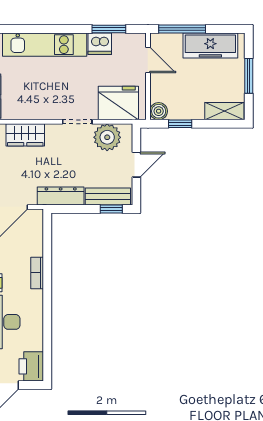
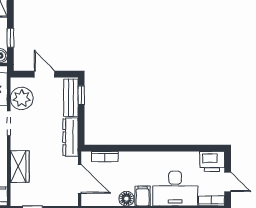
bookcase: (37, 273) -> (105, 157), moved

